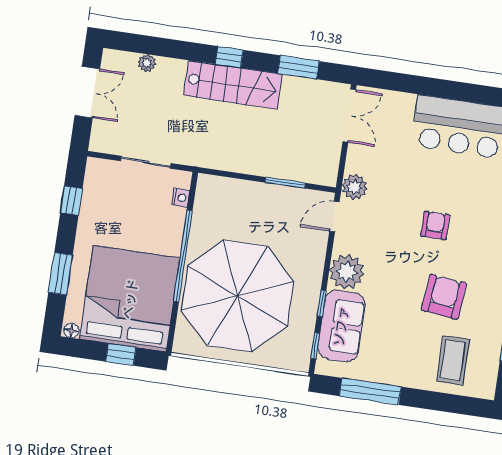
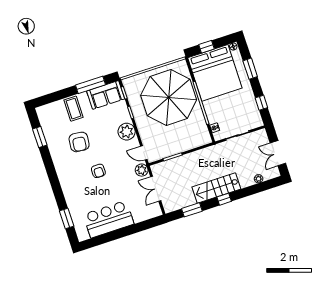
double door: (349, 116) -> (156, 189), moved
door: (334, 217) -> (144, 153), swing flipped
sofa: (341, 326) -> (106, 95), moved, turned -90
coffee table: (453, 360) -> (73, 109), moved

